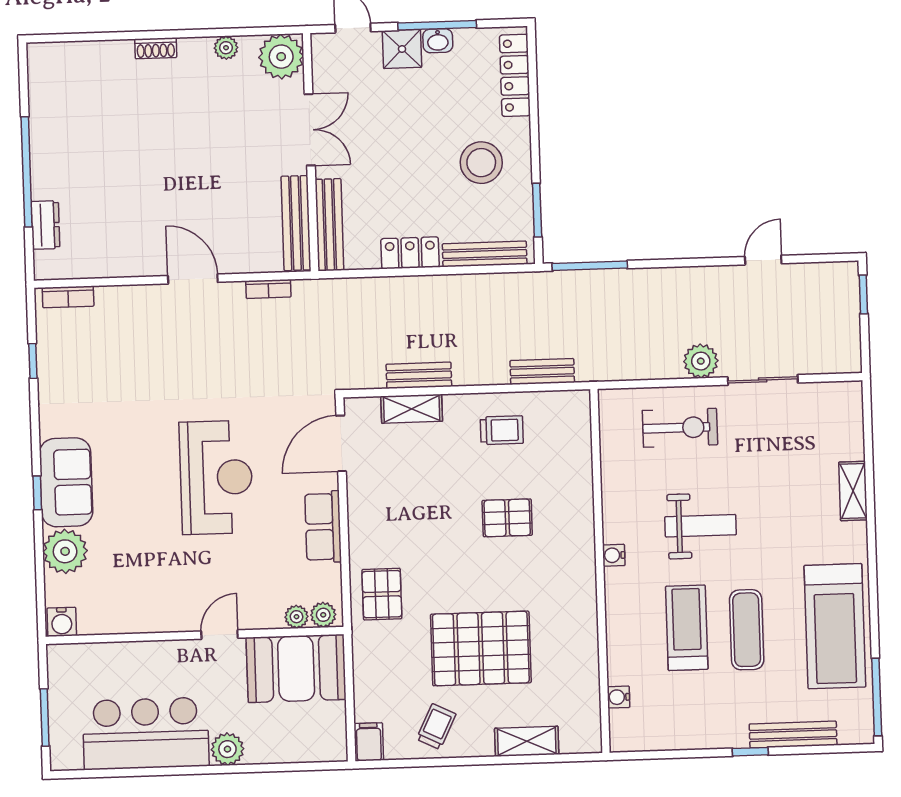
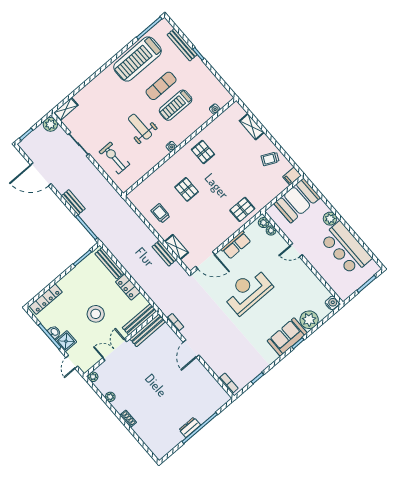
plant: (281, 57) -> (93, 377), width x0.53, depth x0.53
stool: (481, 163) -> (96, 314), moved
dresser: (45, 225) -> (190, 427), moved
door: (763, 260) -> (41, 174), width x1.87
plant: (701, 361) -> (50, 124), moved
bench: (542, 371) -> (73, 202), moved
shelving: (853, 491) -> (66, 109), moved
treadmill: (835, 626) -> (138, 59), turned 180
pallet: (481, 648) -> (203, 152), moved, width x0.49, depth x0.50
booth: (296, 668) -> (297, 201), moved, turned 90

